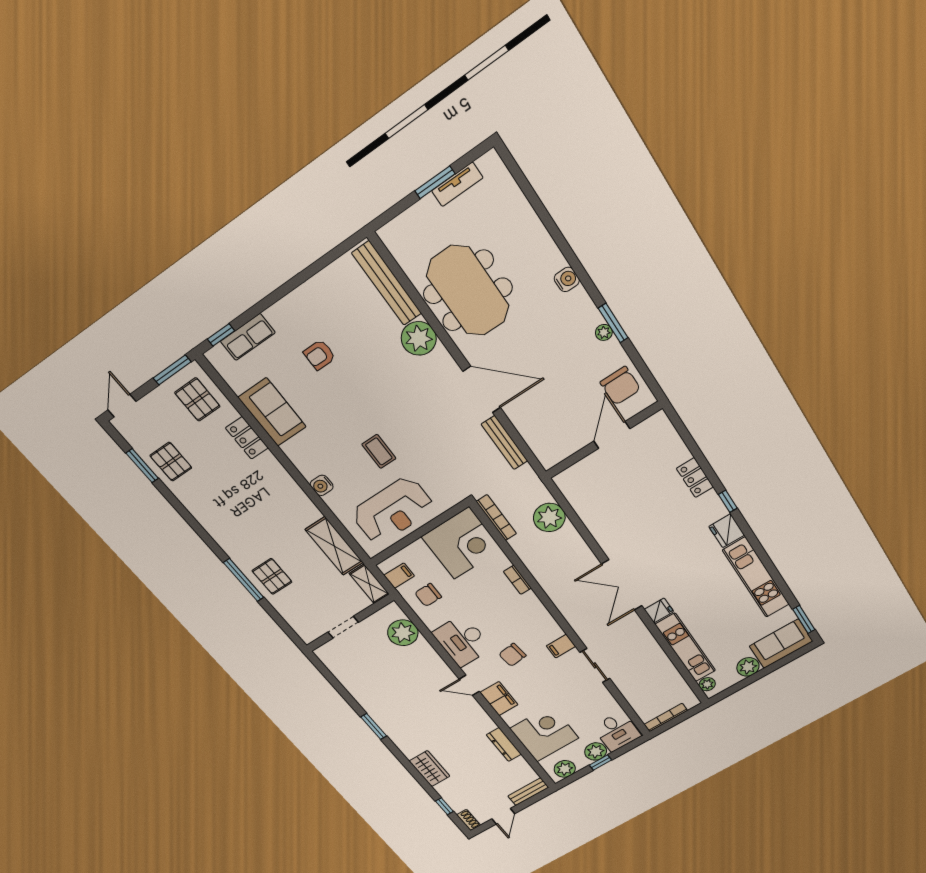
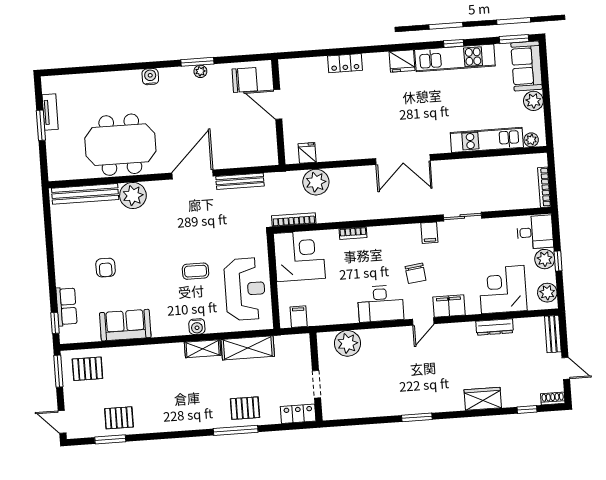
locker: (247, 438) -> (298, 414), moved, turned 180
window: (728, 501) -> (454, 43), moved
shelving: (369, 584) -> (203, 349), moved
chair: (428, 595) -> (327, 305), removed
fridge: (659, 610) -> (307, 153), moved

